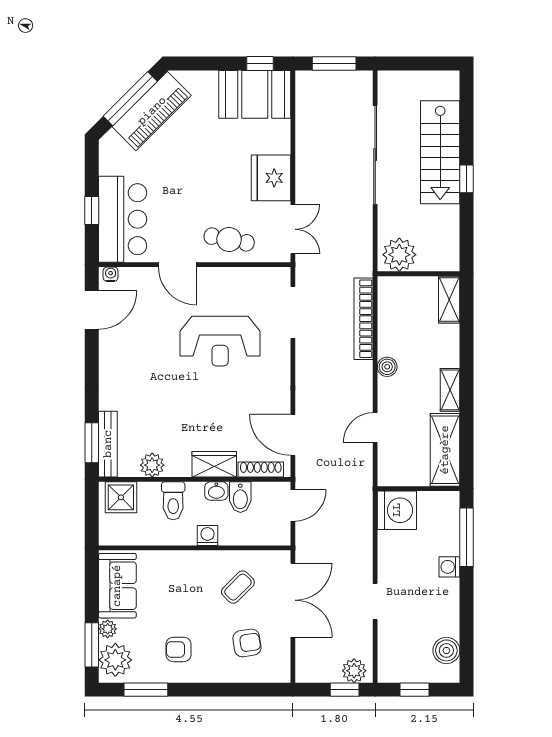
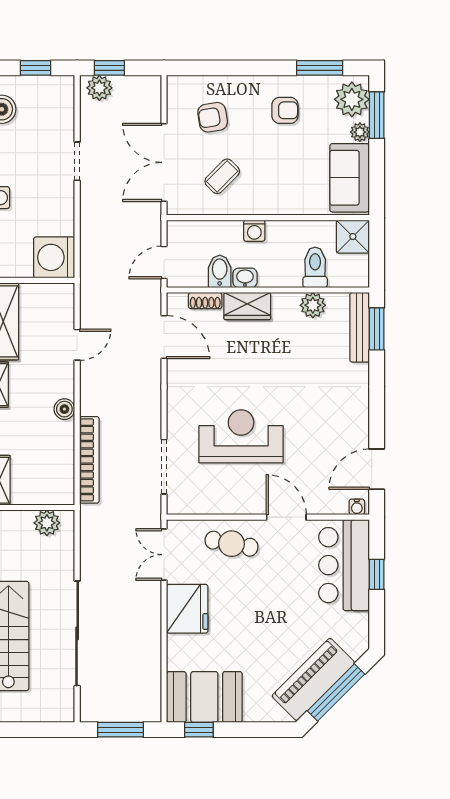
plant: (399, 255) -> (47, 523), width x0.73, depth x0.73
shoe rack: (261, 469) -> (205, 301), width x0.70
shower: (121, 497) -> (353, 237), moved
toilet: (173, 501) -> (315, 267), moved

